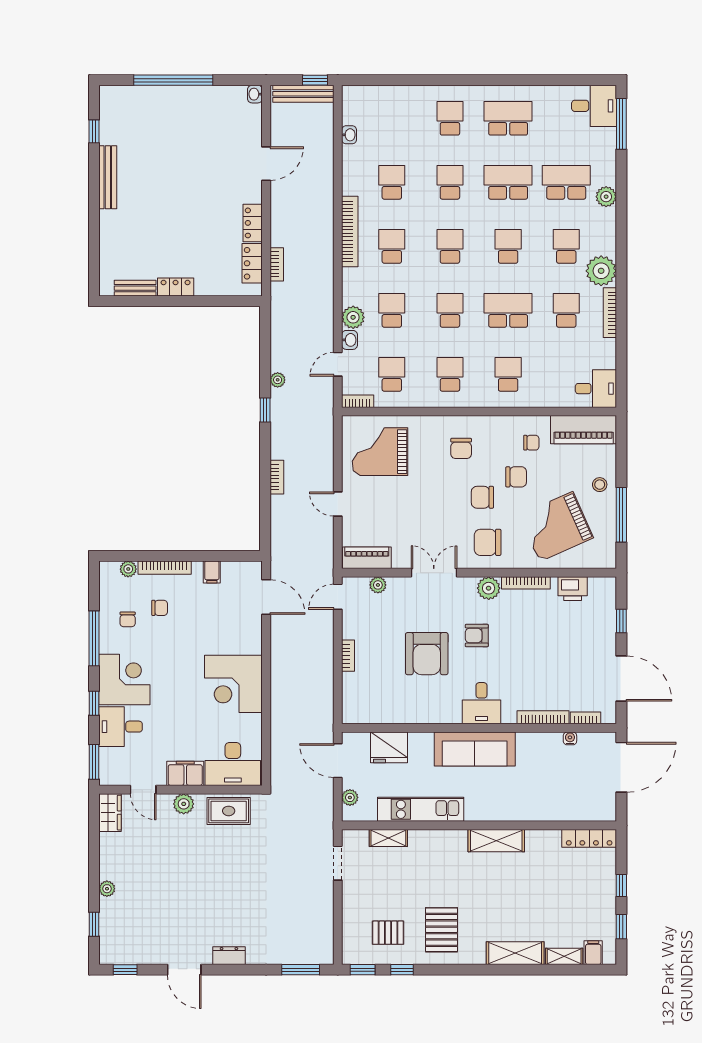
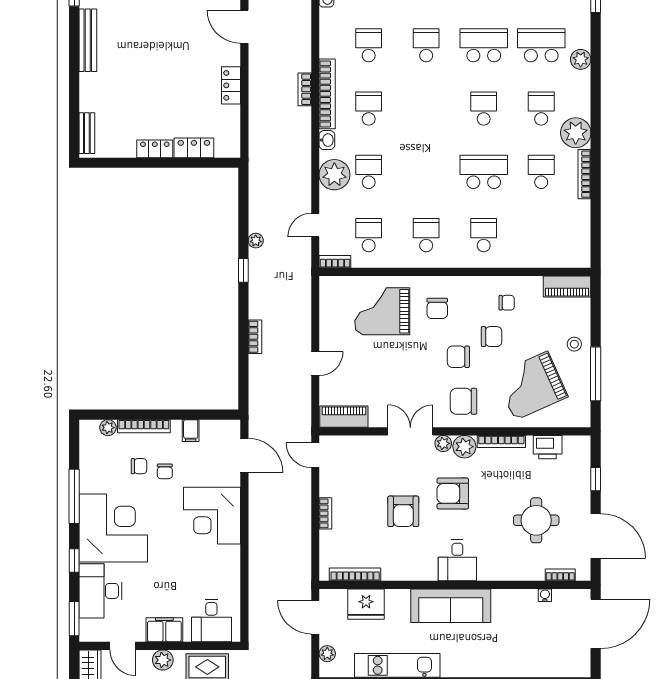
door: (266, 164) -> (244, 27), swing flipped
school desk: (450, 246) -> (426, 109), removed
locker: (252, 263) -> (194, 148), moved, turned 90
bookcase: (277, 264) -> (305, 89), moved, turned 180
bench: (135, 288) -> (87, 133), moved, turned 90
school desk: (450, 310) -> (426, 172), removed
plant: (353, 317) -> (334, 175), width x1.36, depth x1.36
washbasin: (350, 340) -> (327, 140), moved
desk: (596, 389) -> (571, 249), removed
piano: (584, 430) -> (567, 286), width x0.73, depth x0.75
grand piano: (380, 452) -> (382, 311), moved
door: (338, 504) -> (315, 363), swing flipped
plant: (378, 585) -> (443, 443), moved
door: (338, 597) -> (315, 455), hinge flipped
chair: (128, 619) -> (165, 471), moved
armchair: (477, 636) -> (453, 493), width x1.38, depth x1.38
armchair: (427, 654) -> (403, 511), width x0.73, depth x0.73
round table: (561, 663) -> (536, 520), added
corner desk: (124, 680) -> (113, 528), width x1.36, depth x1.36
corner desk: (233, 684) -> (212, 516), moved
bookcase: (543, 717) -> (355, 574), moved
desk: (121, 727) -> (100, 591), width x1.37
desk: (233, 764) -> (211, 620), width x0.73

